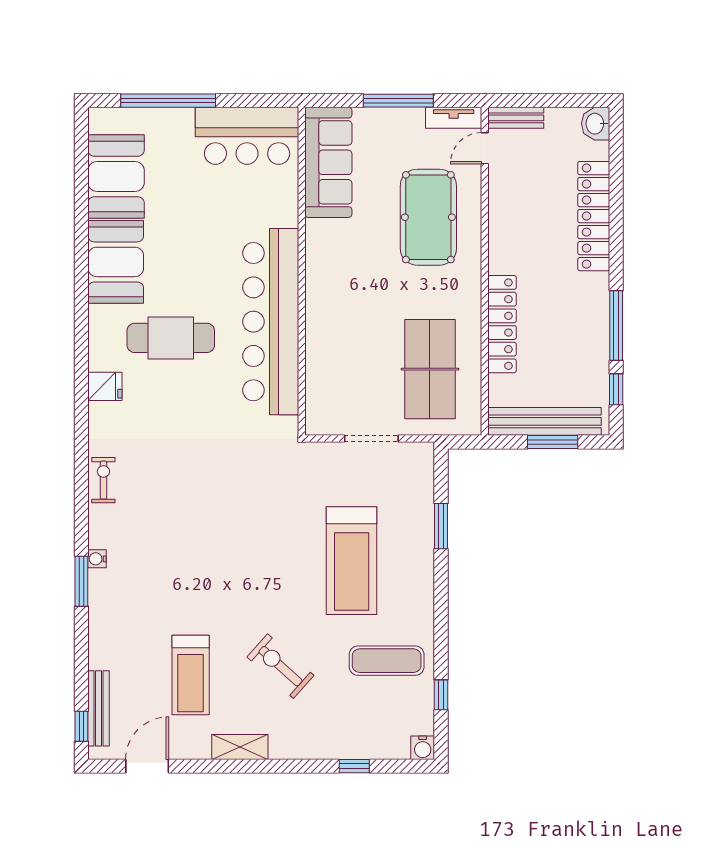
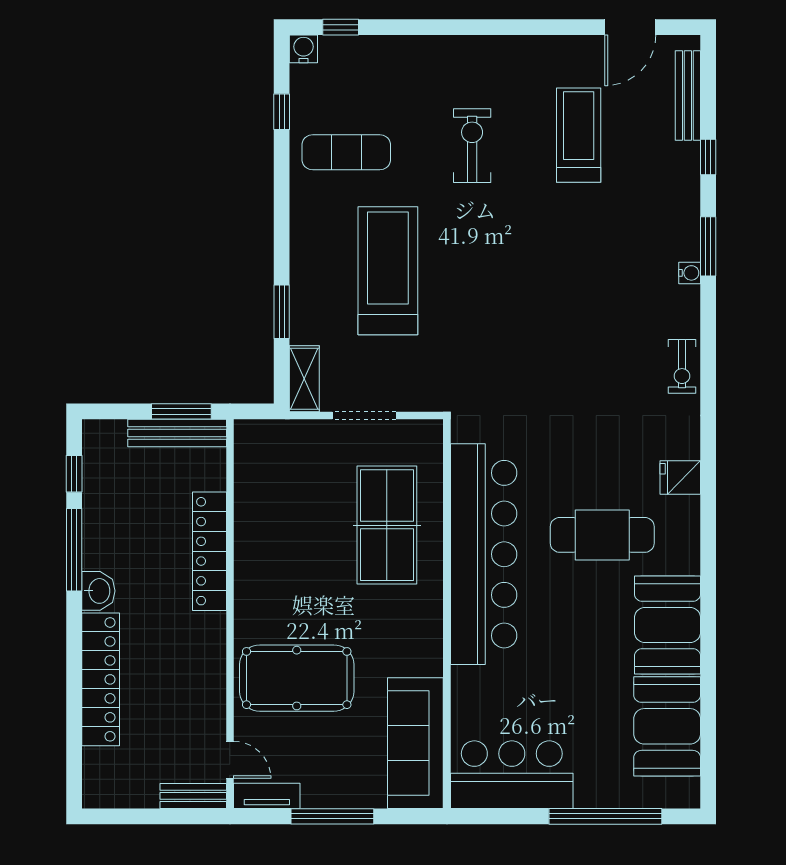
washbasin: (596, 124) -> (98, 591), moved
door: (485, 148) -> (230, 760), hinge flipped
pool table: (428, 217) -> (297, 678), turned 90
table tennis table: (430, 369) -> (387, 525), moved
bench: (544, 421) -> (177, 433), width x0.73, depth x0.82
window: (553, 442) -> (181, 411), moved
exercise bike: (280, 666) -> (472, 146), turned -132
window: (81, 726) -> (708, 157), moved
shelving: (240, 747) -> (304, 379), moved, turned 90
window: (354, 766) -> (341, 27), moved

